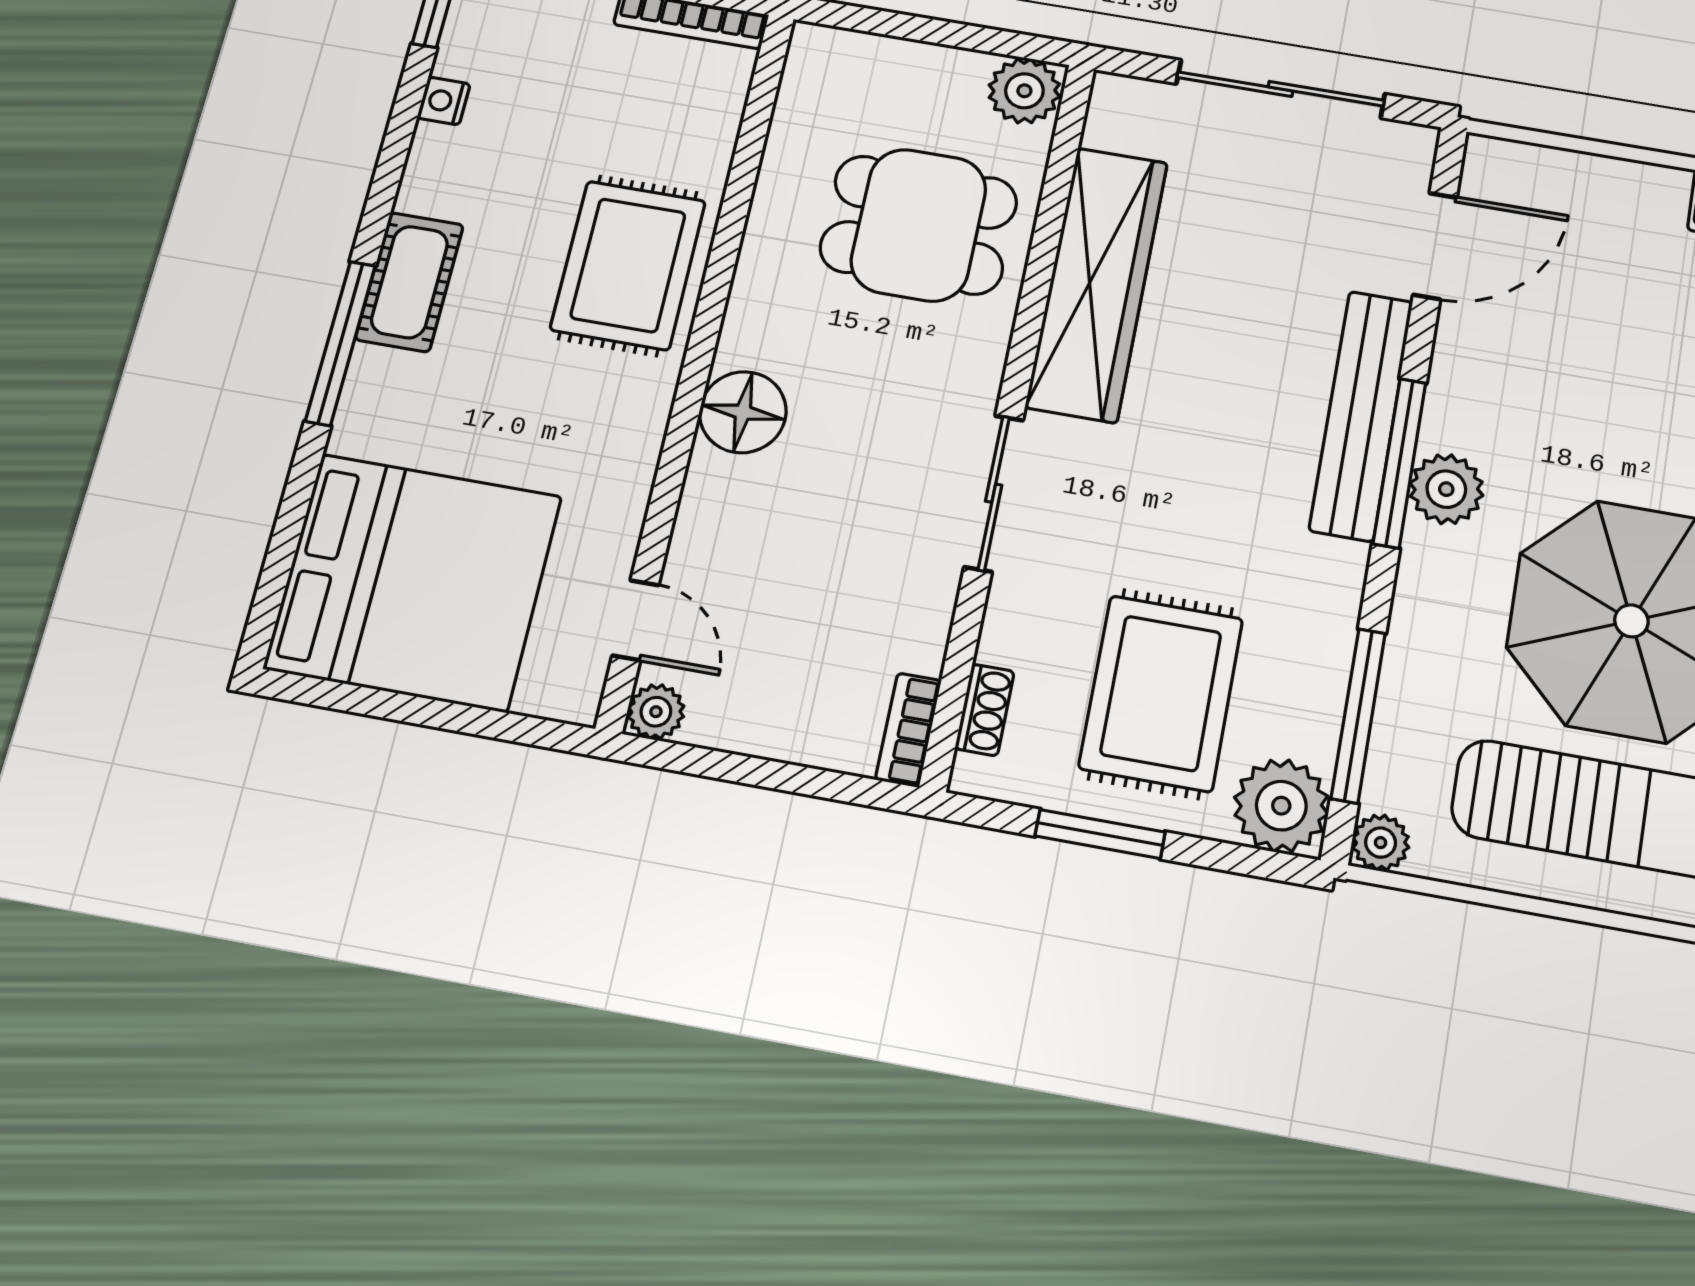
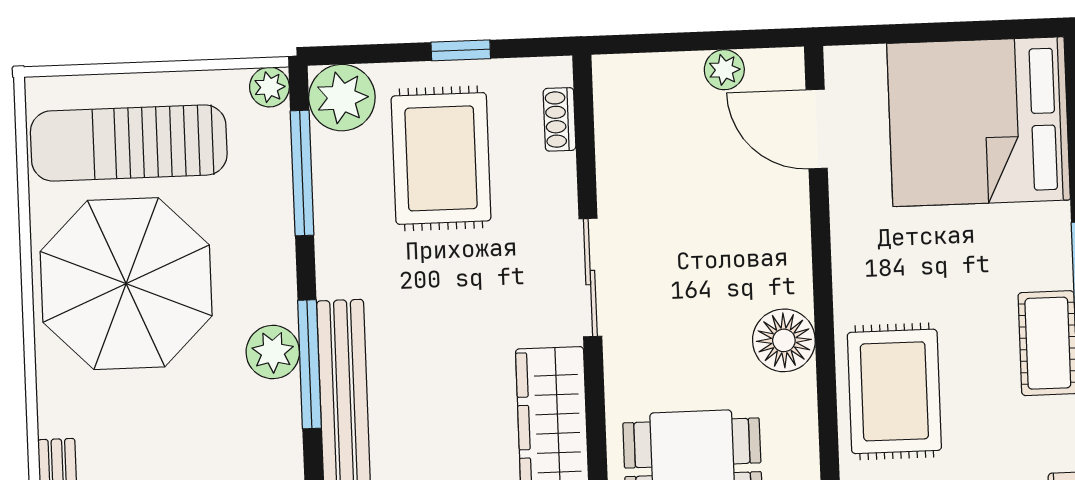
floor lamp: (743, 412) -> (784, 340), moved
door: (635, 620) -> (817, 129), width x1.38
plant: (656, 712) -> (724, 70), moved
bookcase: (908, 730) -> (608, 94), removed
window: (1100, 834) -> (461, 50), width x0.67

